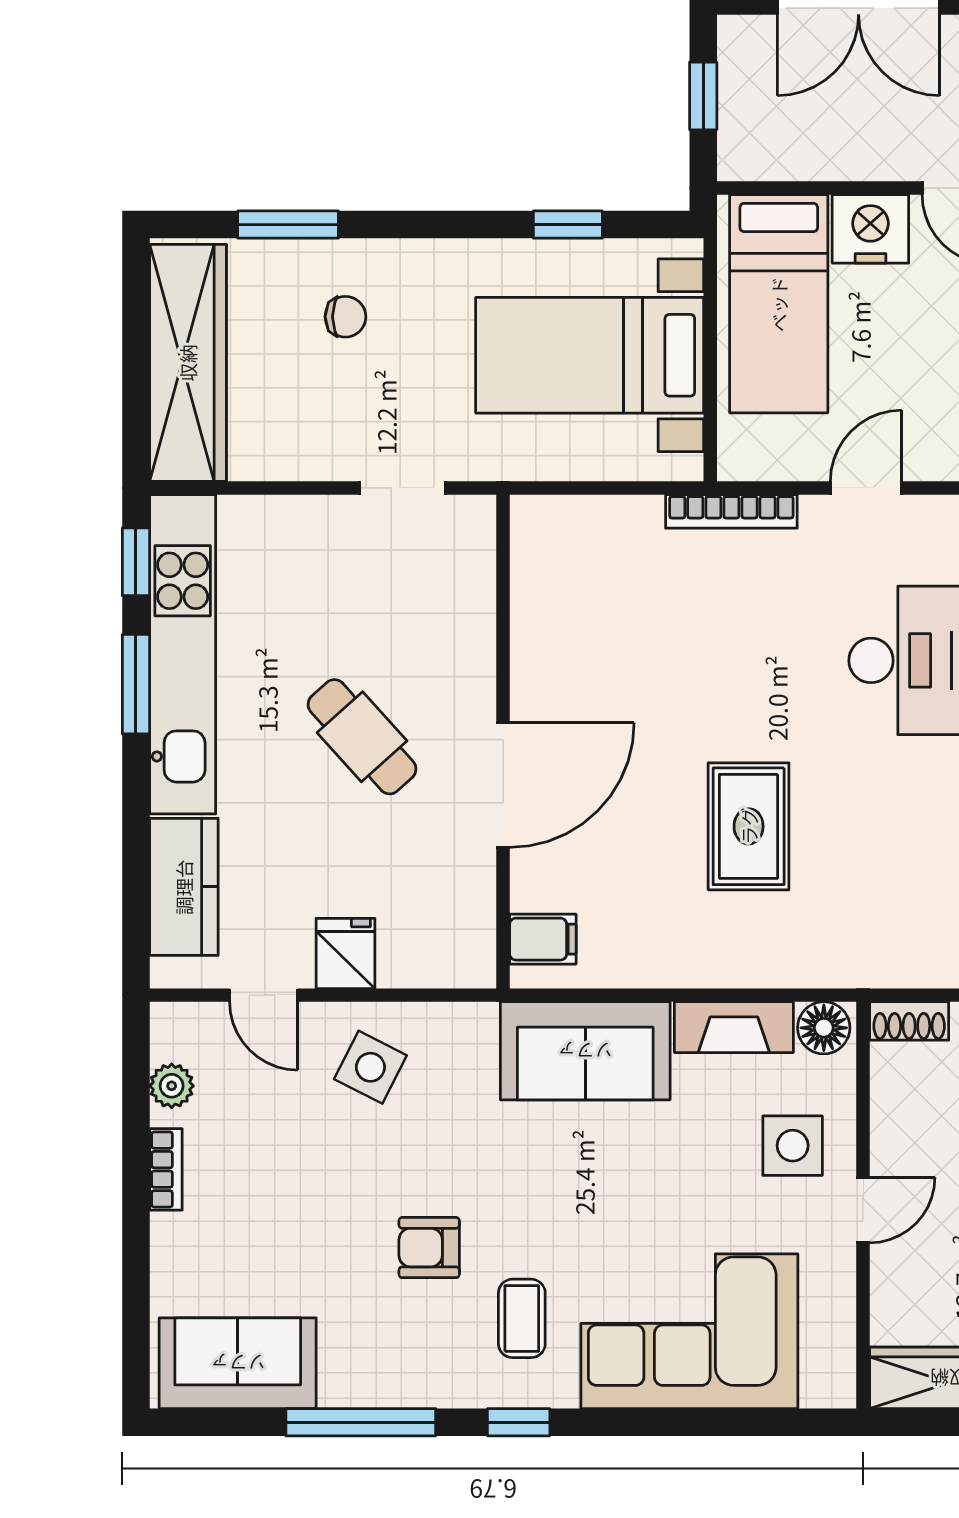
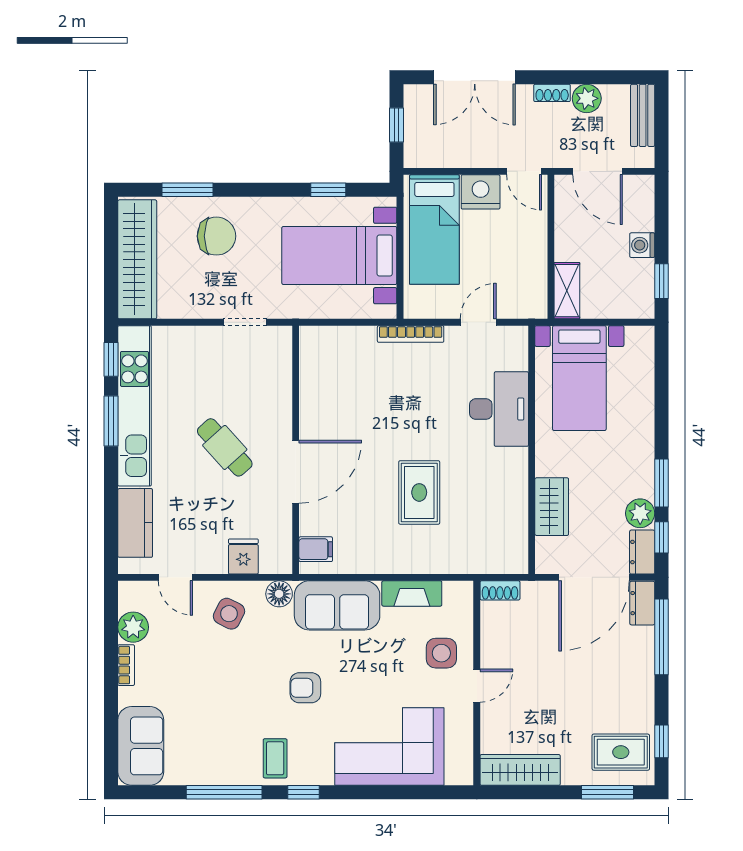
chair: (345, 317) -> (216, 236), width x1.87, depth x1.87
fridge: (346, 953) -> (243, 556), moved
floor lamp: (824, 1028) -> (279, 594), moved
plant: (172, 1086) -> (133, 627), width x1.38, depth x1.38
armchair: (429, 1248) -> (305, 688), moved
coffee table: (522, 1318) -> (275, 758), moved
sofa: (238, 1363) -> (141, 746), moved, turned 90

